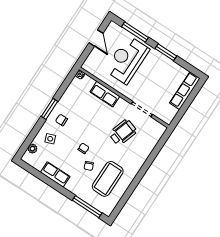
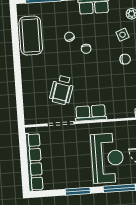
row of seats: (185, 91) -> (34, 162), width x1.36
row of seats: (105, 94) -> (91, 113), moved
coffee table: (108, 179) -> (31, 36), moved

